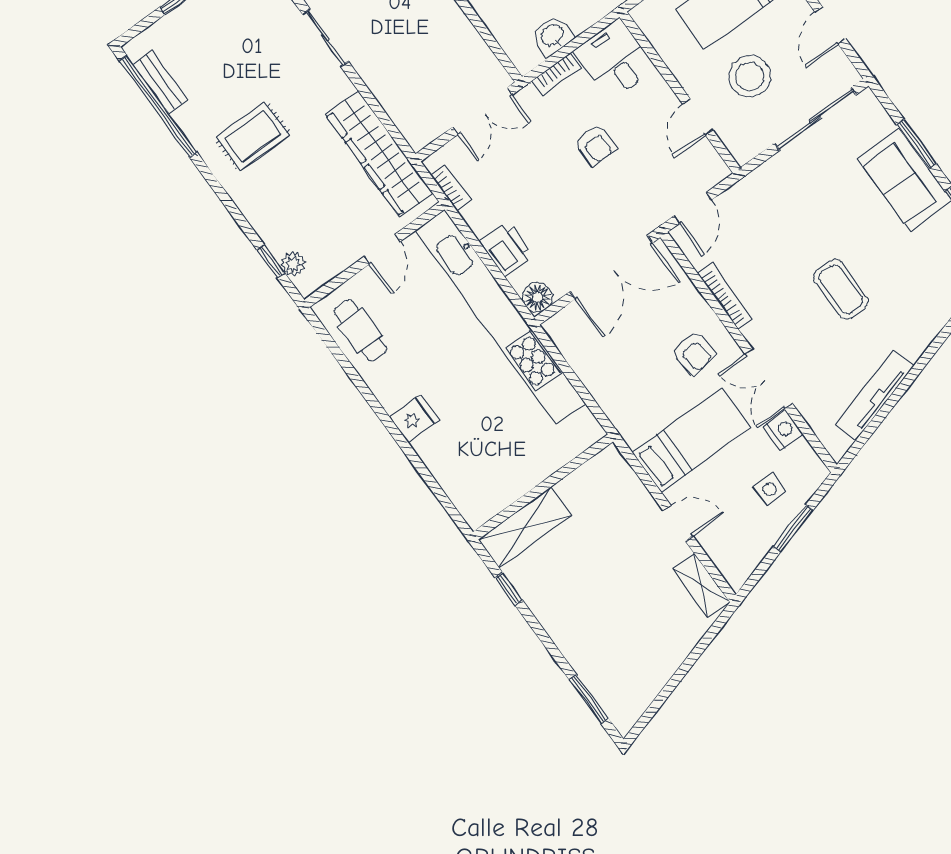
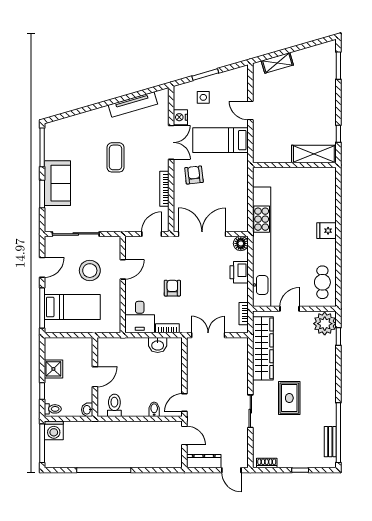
rug: (253, 136) -> (289, 398), moved, turned 90
plant: (293, 264) -> (325, 324), width x1.87, depth x1.87
shelving: (701, 585) -> (277, 63), moved, turned 74

